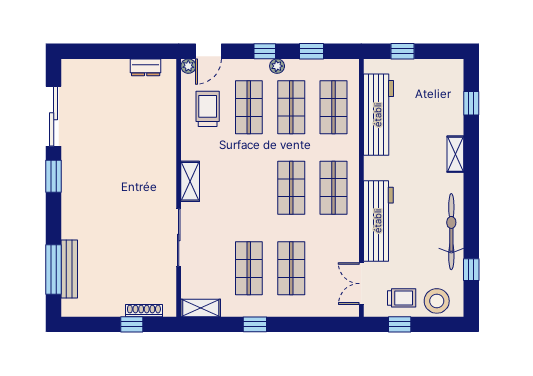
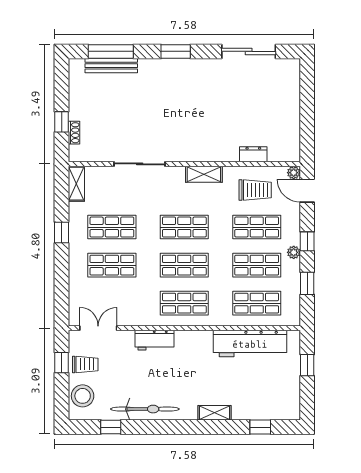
dresser: (146, 67) -> (253, 154), moved, turned 90
window: (54, 176) -> (176, 51), moved
shelving: (190, 181) -> (204, 174), moved
shop shelf: (249, 188) -> (184, 227), added
workbench: (378, 221) -> (154, 340), width x0.53, depth x0.76
trolley: (402, 298) -> (85, 364), turned -90
shoe rack: (144, 311) -> (74, 133), width x0.70

